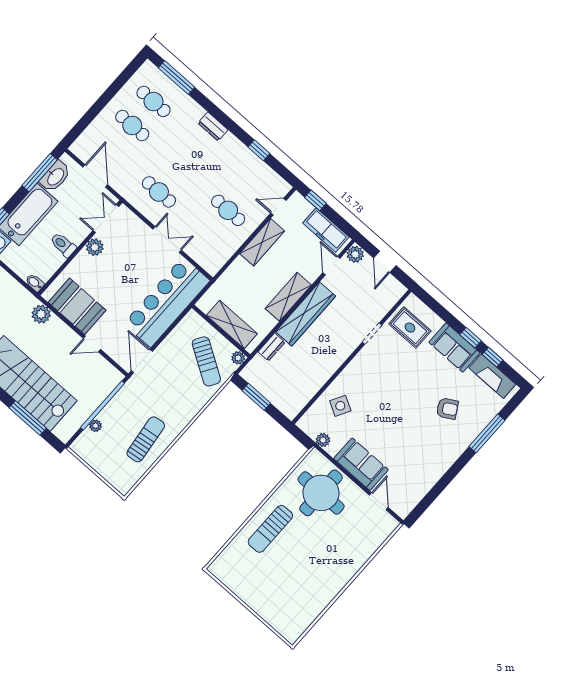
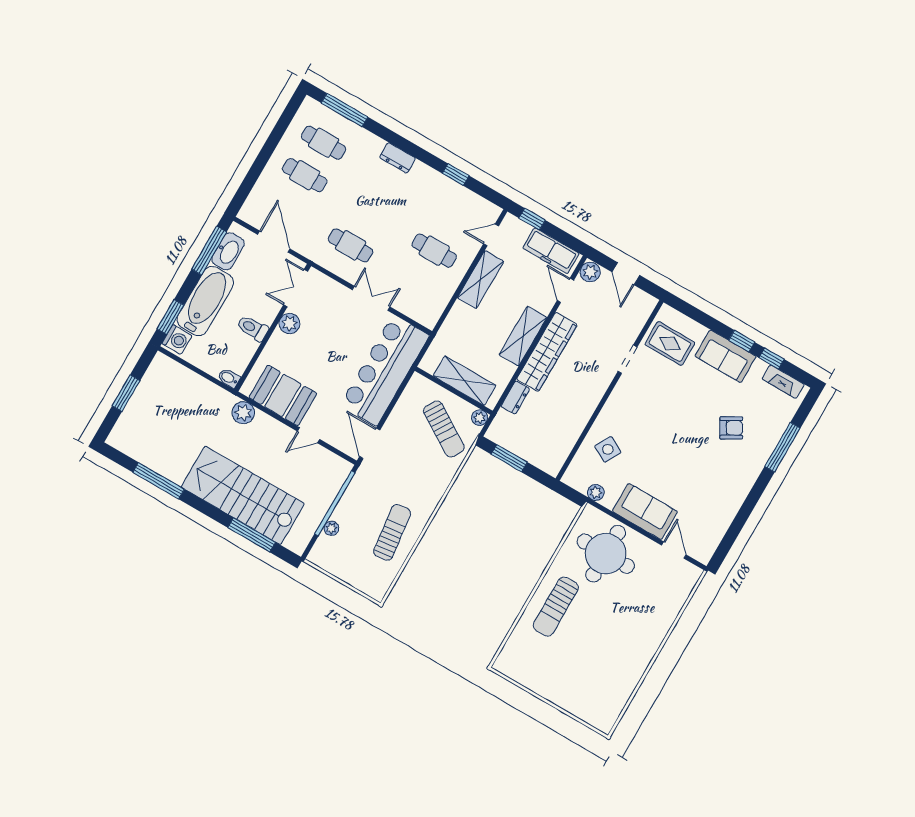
fireplace: (492, 376) -> (783, 382), width x0.73, depth x0.76

